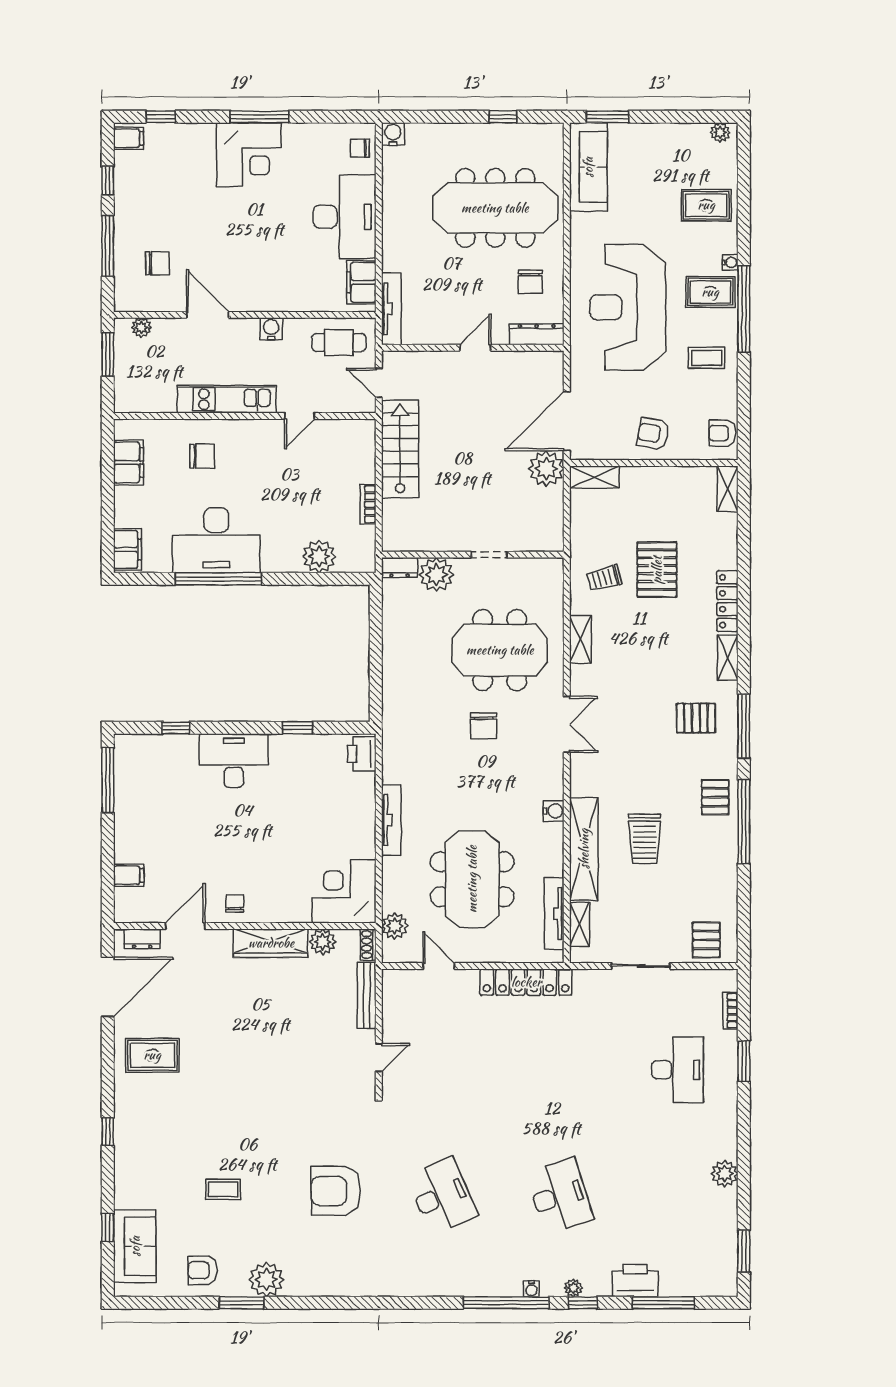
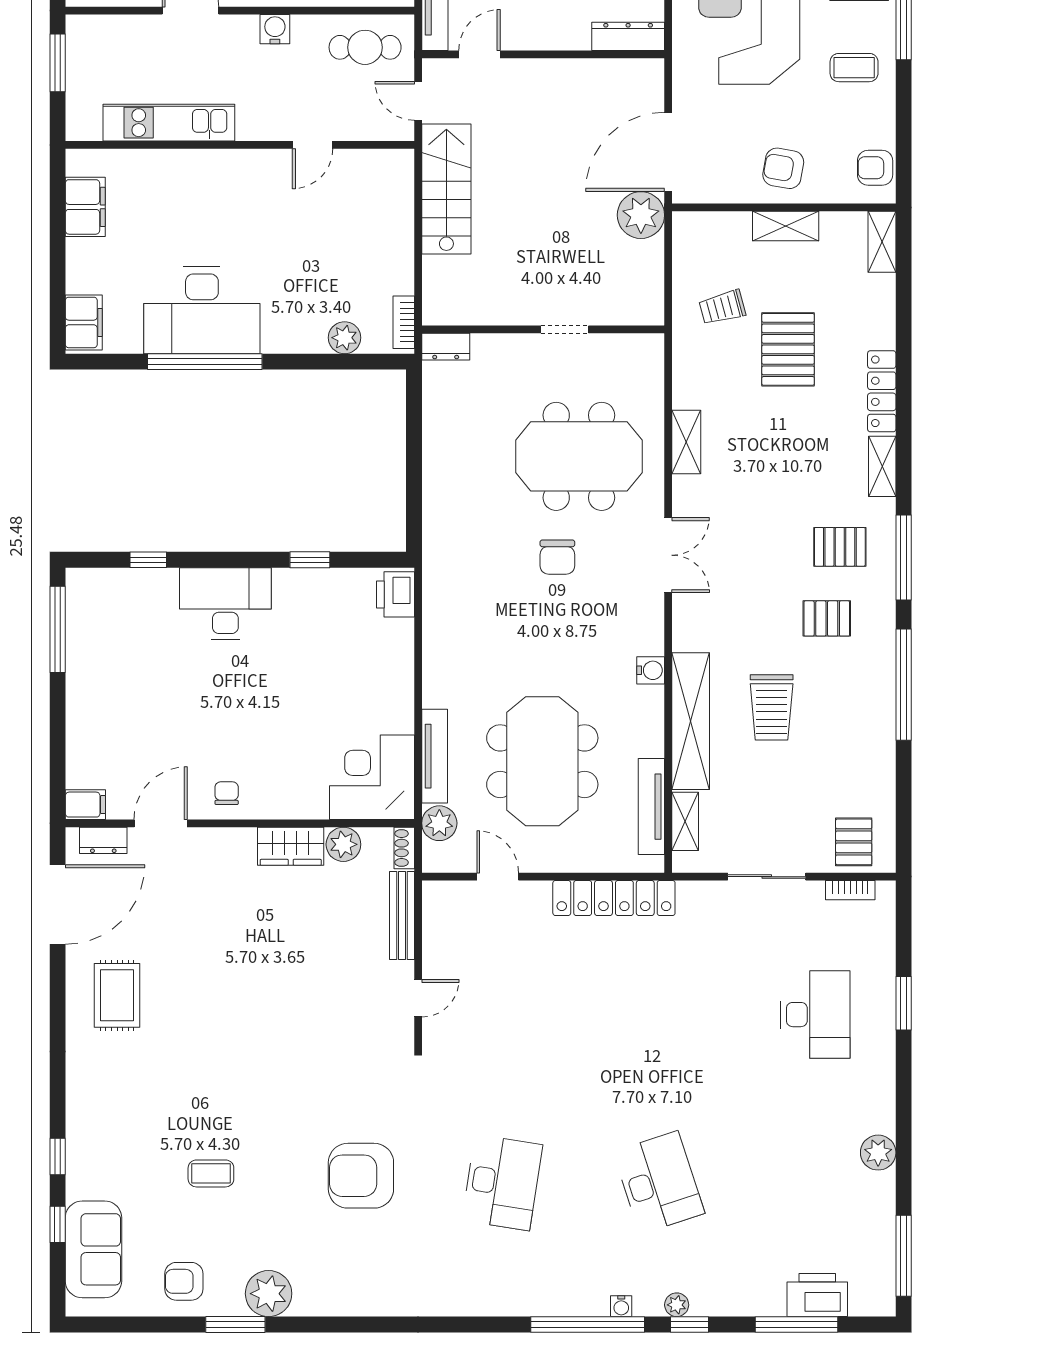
plant: (141, 328) -> (102, 27), removed
door: (475, 348) -> (479, 54), moved
kitchen unit: (227, 399) -> (169, 123), moved
chair: (202, 456) -> (183, 198), removed
shelving: (594, 477) -> (786, 226), moved
bookcase: (368, 504) -> (404, 322), moved
plant: (319, 556) -> (345, 338), width x0.73, depth x0.73
plant: (436, 575) -> (495, 356), removed
trolley: (604, 578) -> (722, 307), moved
pallet: (715, 797) -> (827, 618), moved, turned 90
tv unit: (391, 820) -> (435, 756), moved
filing cabinet: (129, 875) -> (85, 805), moved
wardrobe: (271, 943) -> (291, 846), width x0.67
bookcase: (730, 1011) -> (850, 890), moved, turned -90
rug: (152, 1055) -> (117, 995), turned 90
window: (108, 1131) -> (58, 1156), moved
desk: (442, 1196) -> (502, 1182), turned 33
window: (744, 1251) -> (904, 1256), width x1.44
printer: (635, 1281) -> (817, 1295), moved

